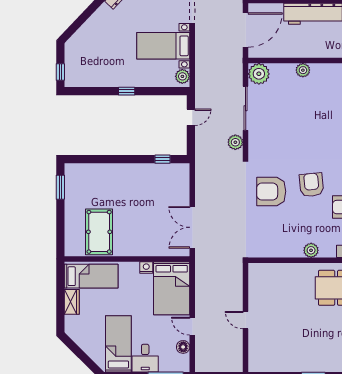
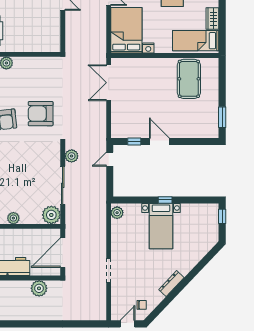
bed with nightstands: (163, 46) -> (161, 226), moved, turned 90
door: (191, 117) -> (110, 159), moved
door: (133, 159) -> (159, 142), added
armchair: (271, 191) -> (41, 114), turned 180
double door: (192, 227) -> (109, 83), swing flipped

